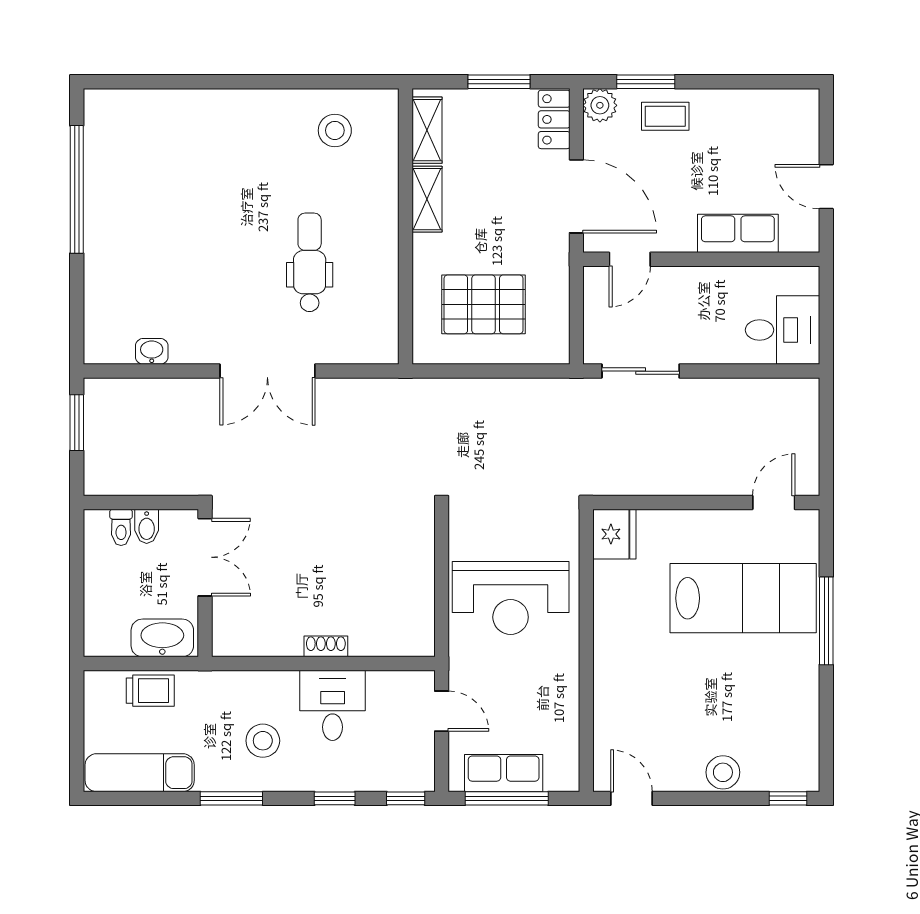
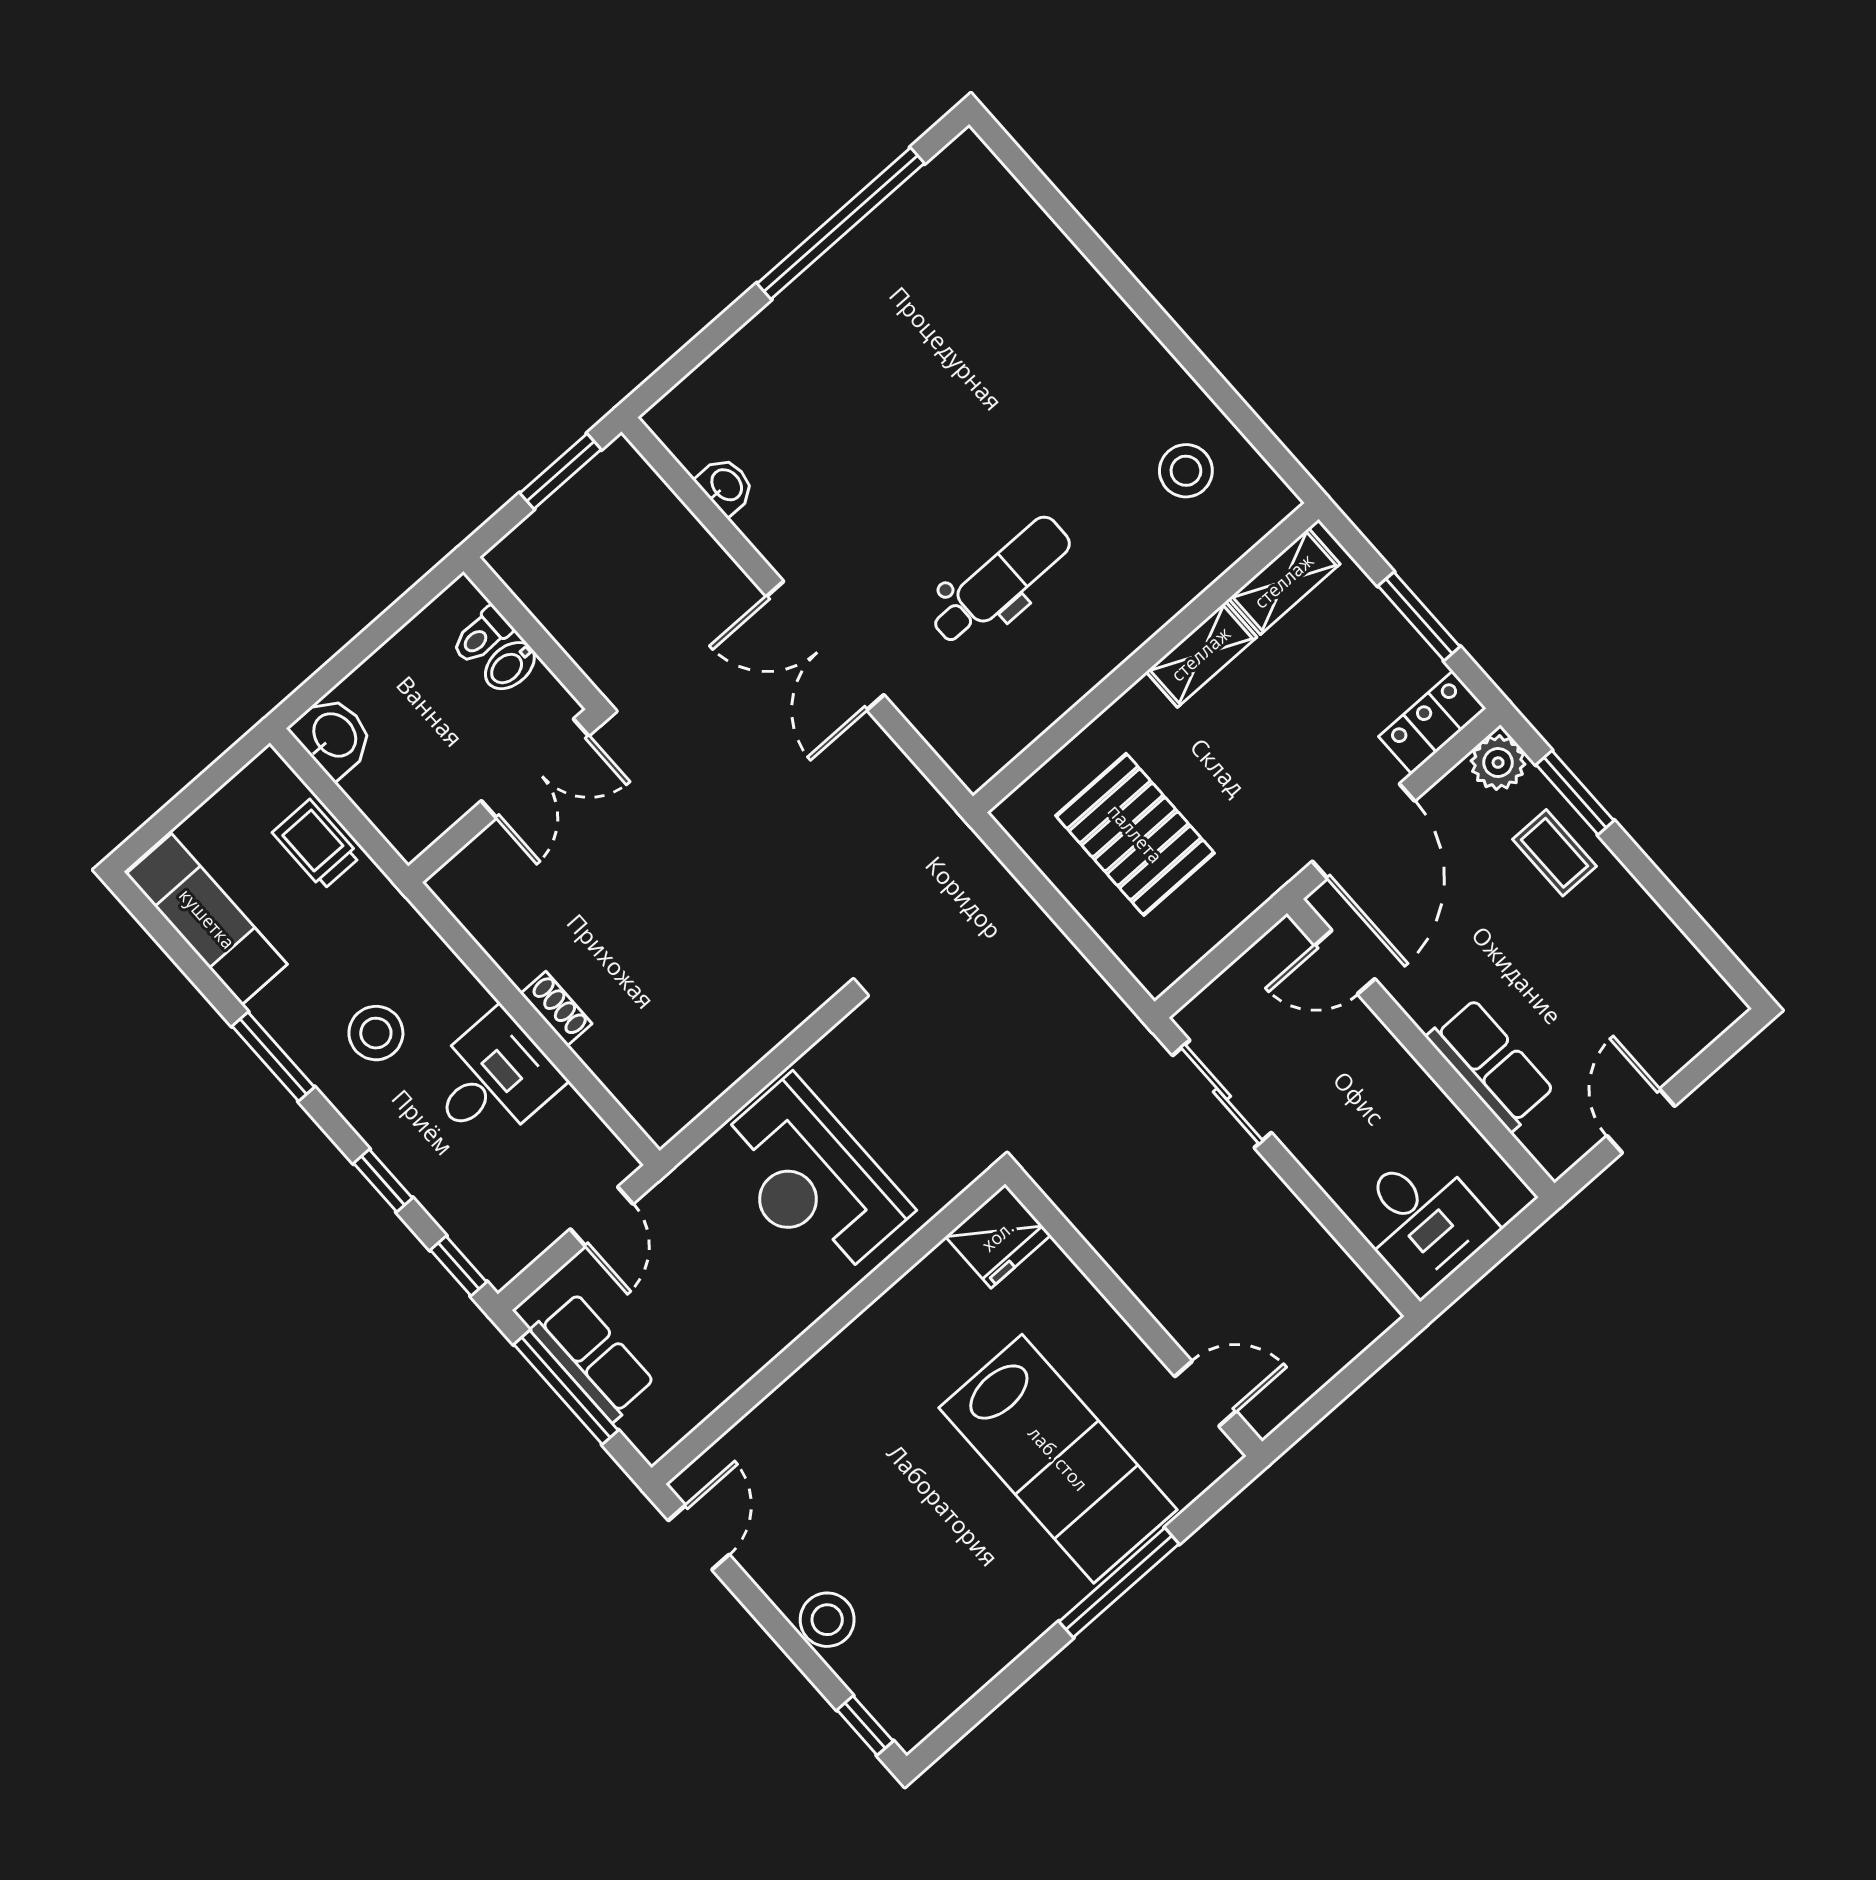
washbasin: (162, 638) -> (333, 736), moved, width x0.72
trolley: (150, 691) -> (316, 845), turned 180

